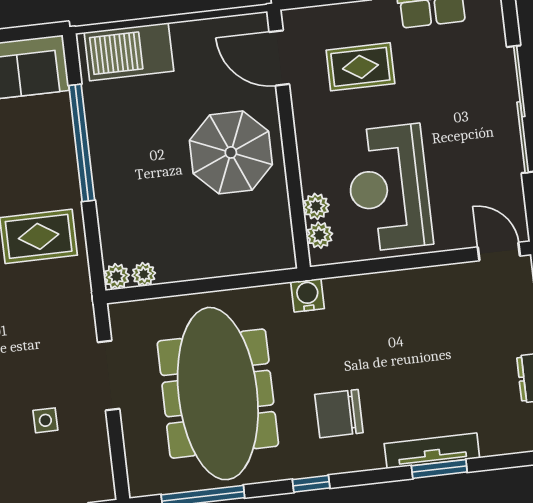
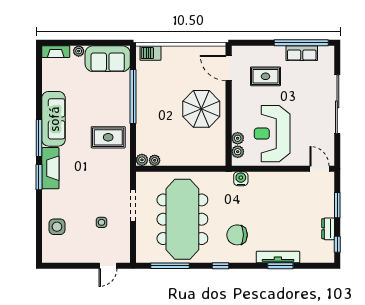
barbecue: (129, 52) -> (150, 53), width x0.53, depth x0.65
water cooler: (308, 295) -> (241, 179), moved

